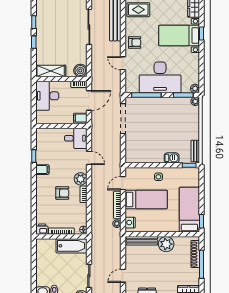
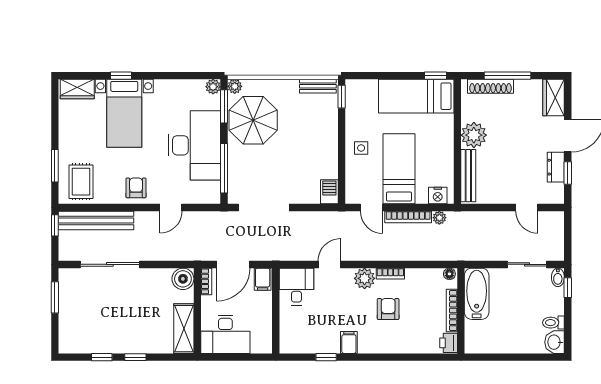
door: (89, 101) -> (233, 264), swing flipped
parasol: (175, 112) -> (253, 120), added
barbecue: (172, 158) -> (329, 192), moved

